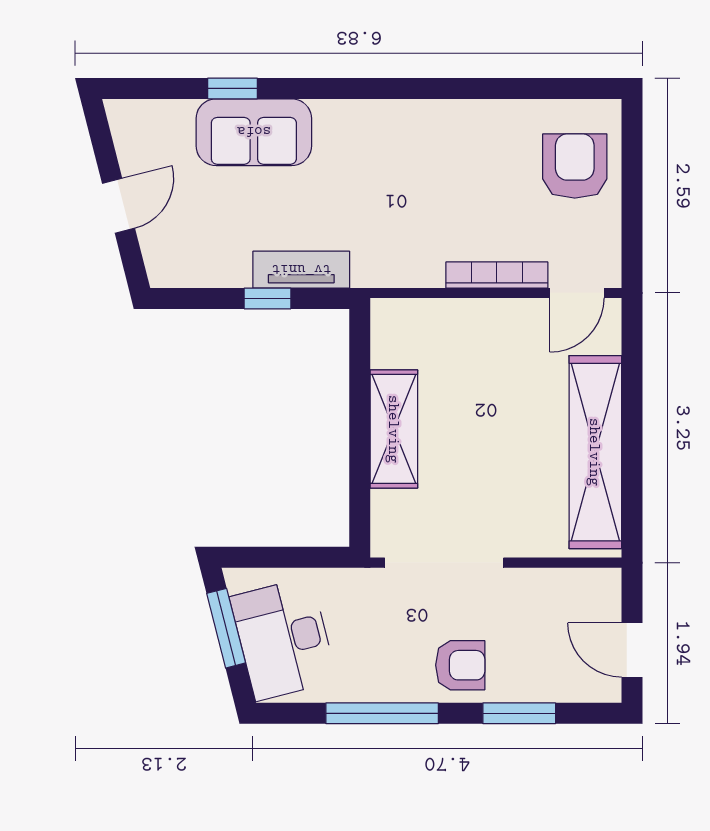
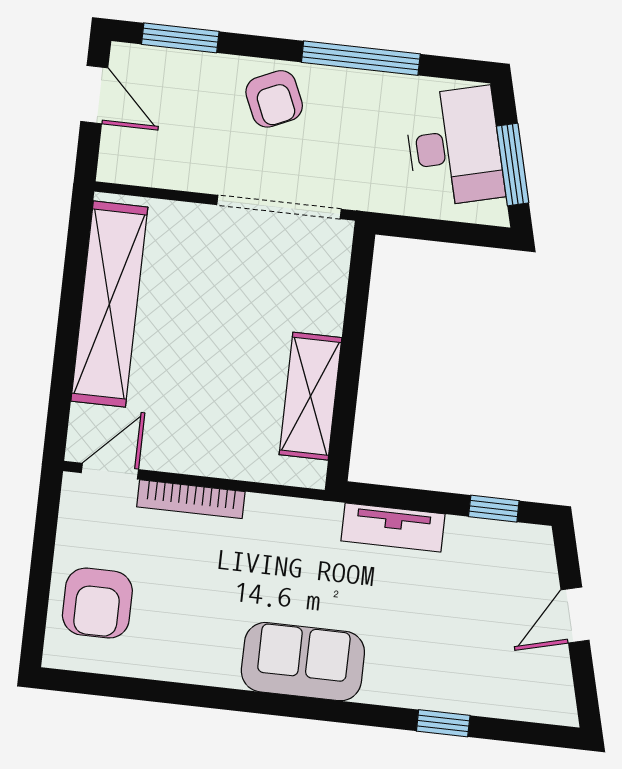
sofa: (254, 132) -> (303, 662), moved
window: (268, 298) -> (494, 509), moved
shelving: (394, 429) -> (310, 396), moved
armchair: (460, 665) -> (274, 99), turned -114
window: (519, 713) -> (180, 38), moved

